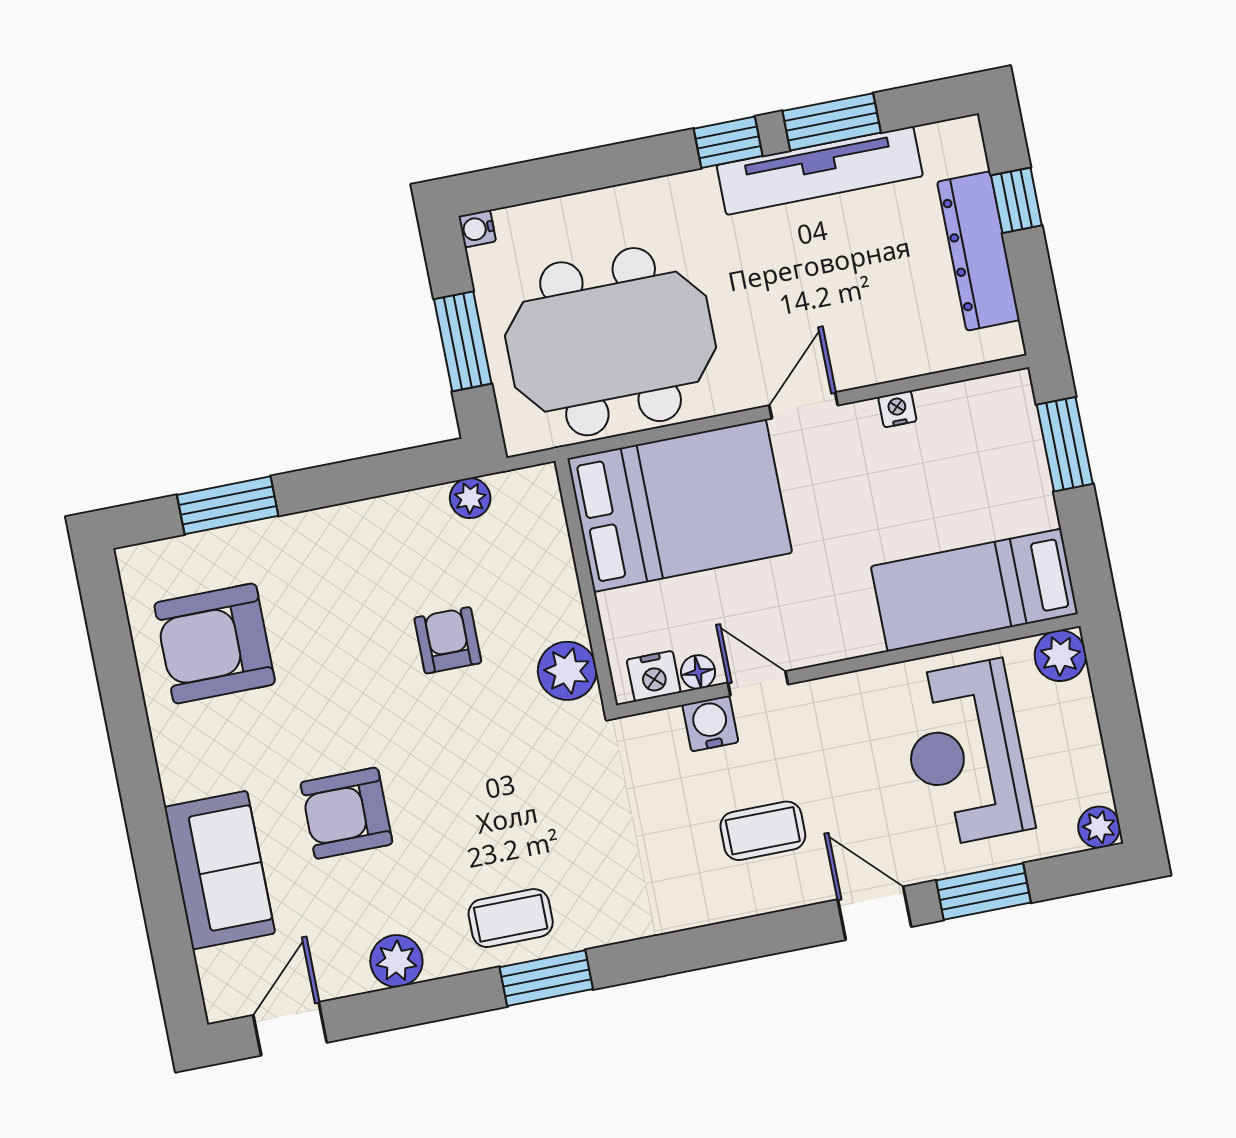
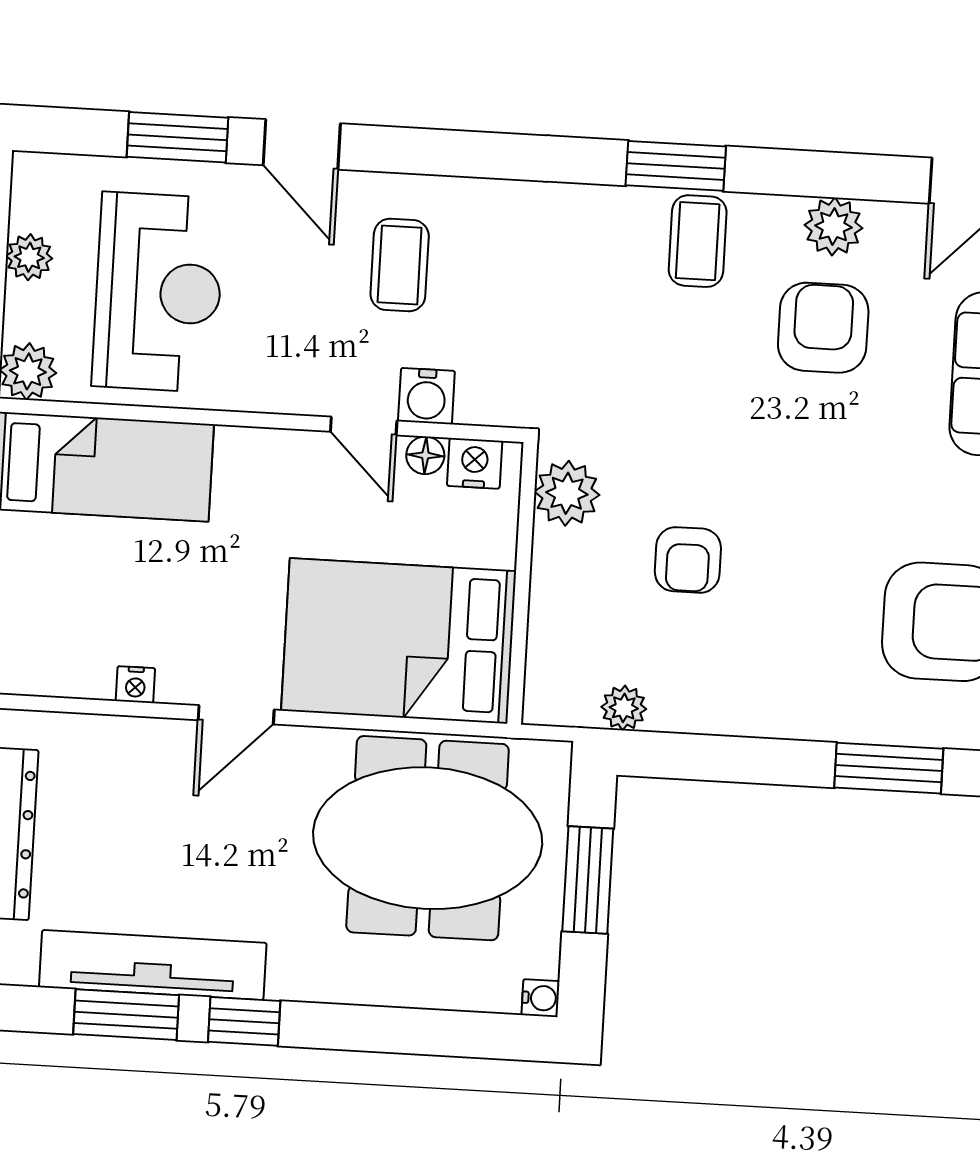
armchair: (346, 813) -> (823, 328), moved, turned -90
plant: (1099, 827) -> (29, 257), moved
coffee table: (763, 831) -> (400, 265), turned 90
coffee table: (511, 918) -> (698, 241), turned 90

